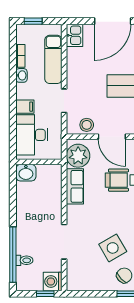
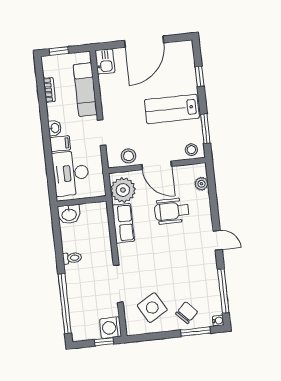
washbasin: (21, 75) -> (55, 128), moved
side table: (113, 248) -> (152, 308), moved
toilet: (24, 260) -> (72, 258), moved

